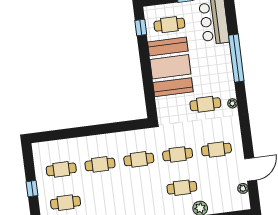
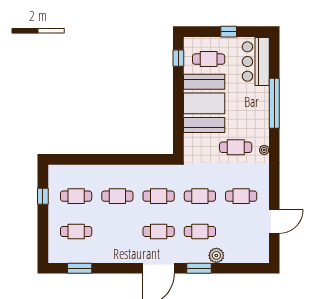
plant: (243, 188) -> (264, 240), removed
window: (32, 189) -> (43, 196), moved
cafe table: (143, 193) -> (159, 232), added

